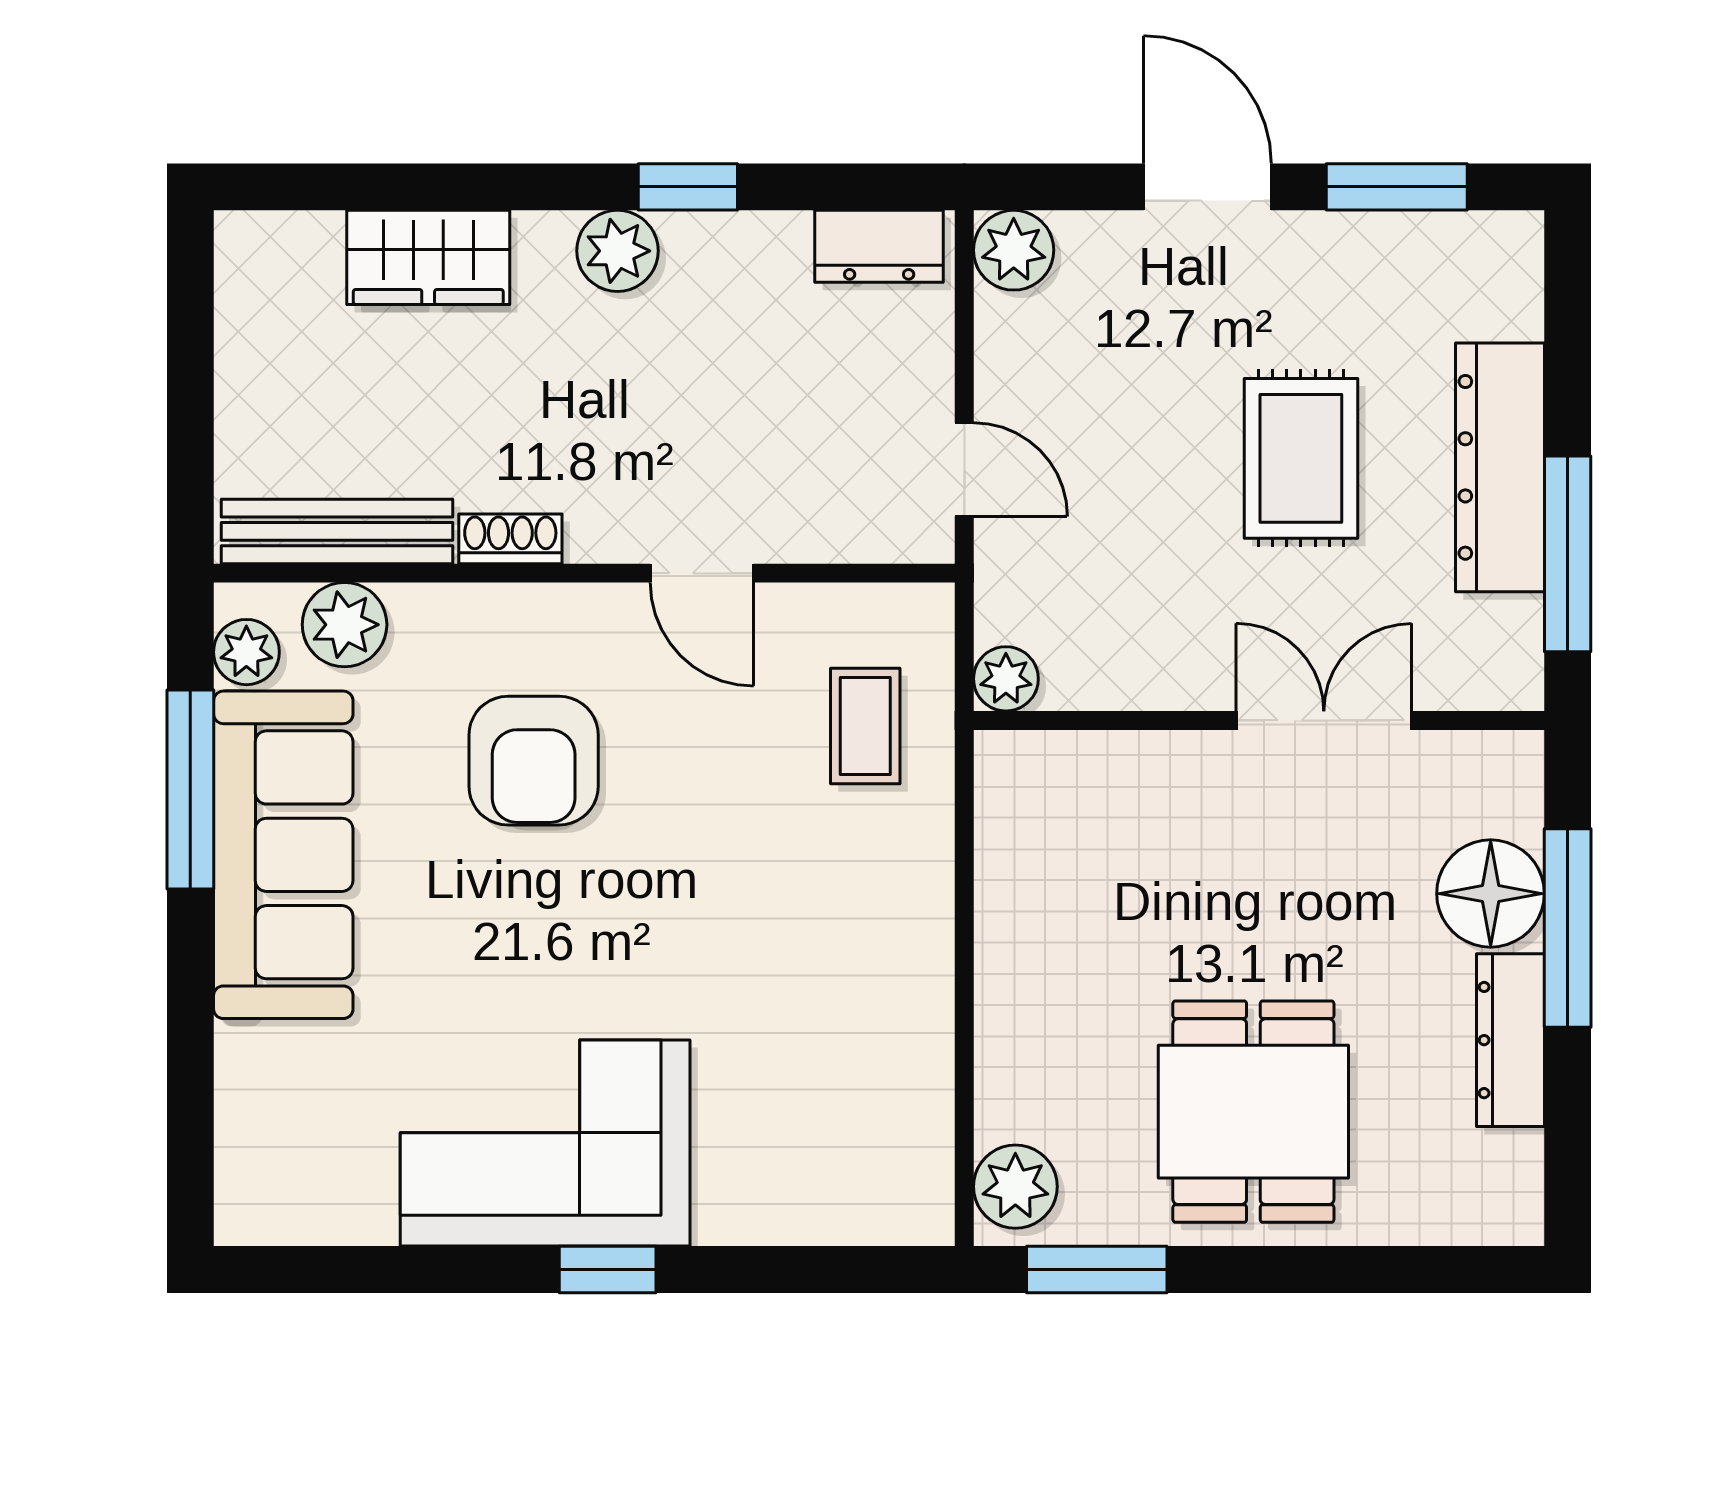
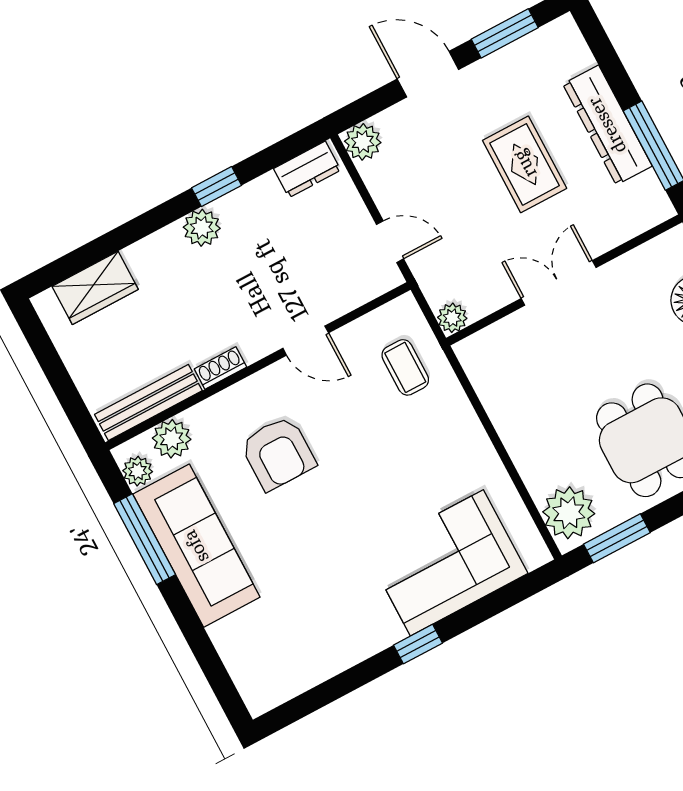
wardrobe: (428, 257) -> (95, 288), moved
double door: (1324, 720) -> (559, 283), moved
corner sofa: (545, 1143) -> (447, 563), moved
plant: (1015, 1187) -> (569, 513), width x1.36, depth x1.36

